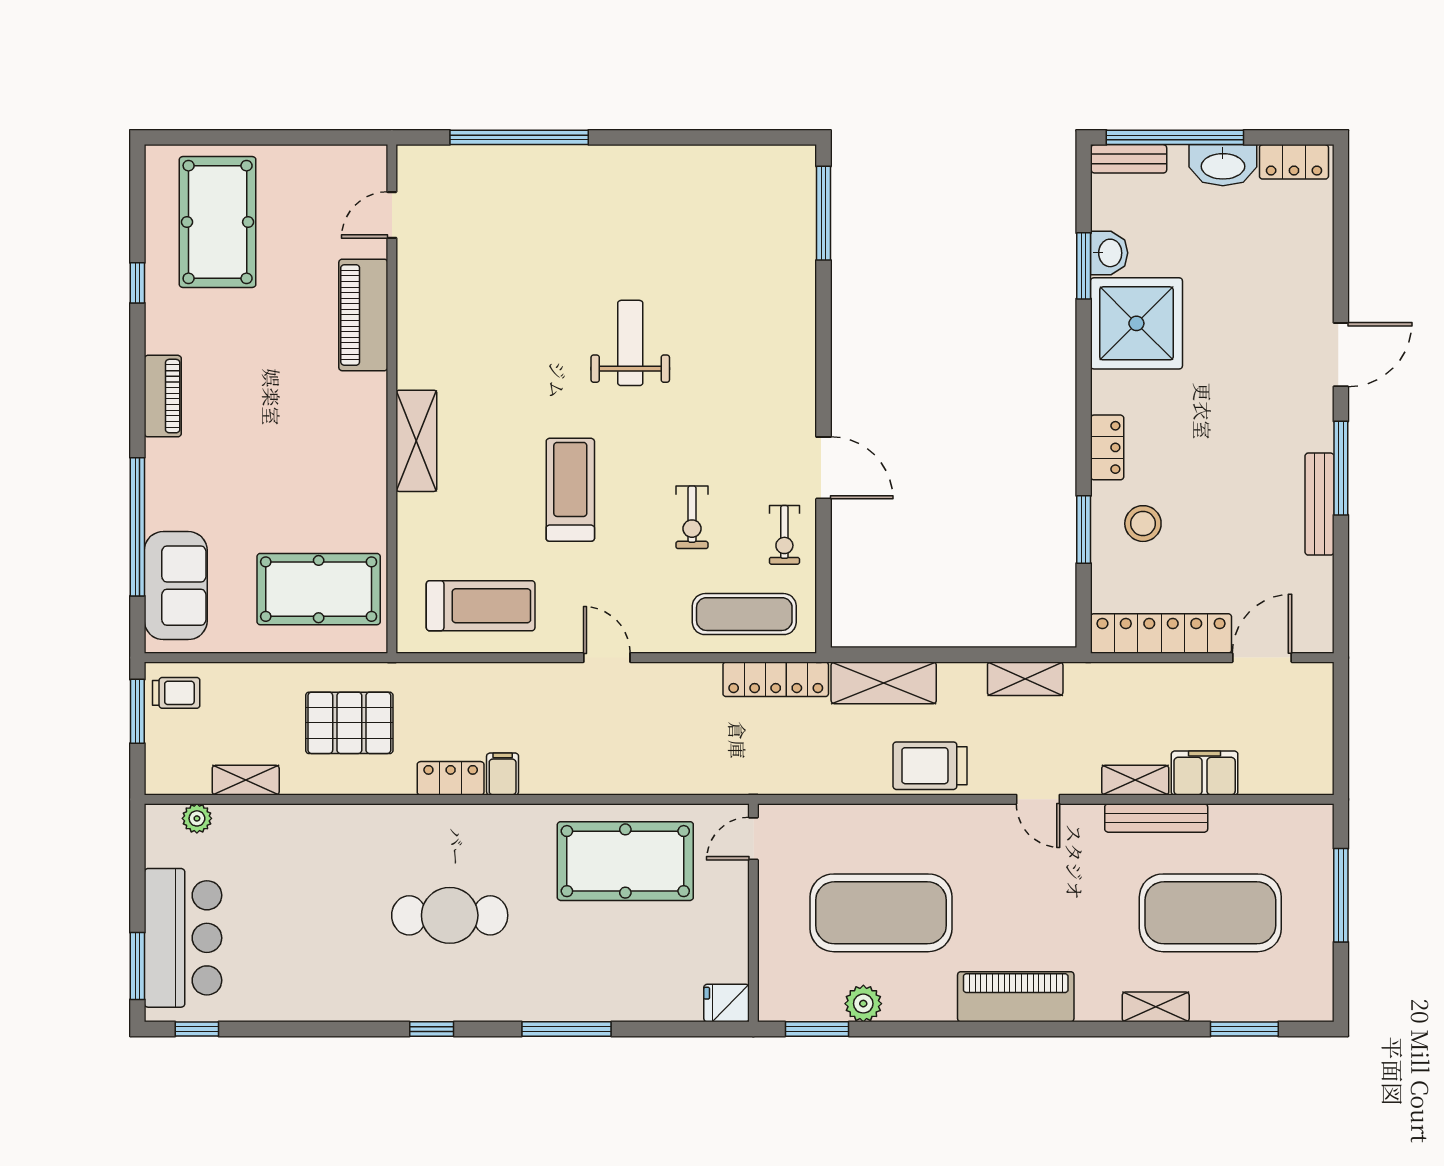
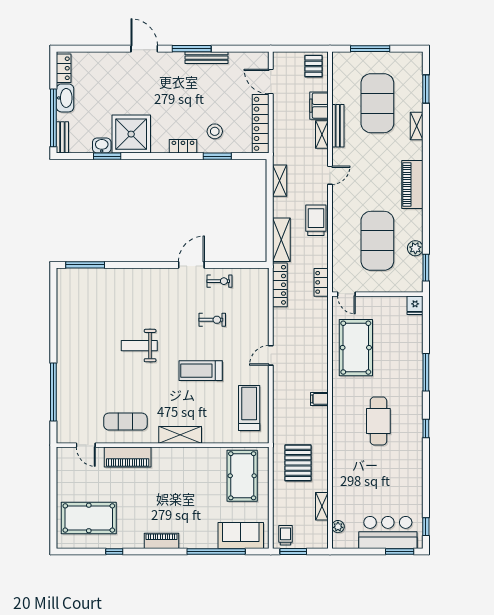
exercise mat: (744, 614) -> (125, 422), moved, turned 90
pallet: (1299, 760) -> (313, 66), added
trolley: (930, 766) -> (316, 220), turned 180
locker: (451, 778) -> (321, 282), moved

